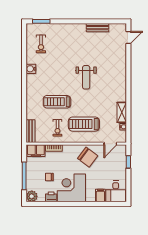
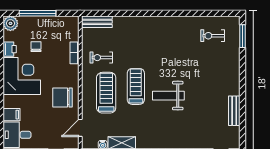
water cooler: (31, 69) -> (180, 22), removed
treadmill: (57, 102) -> (136, 86), moved
door: (110, 144) -> (80, 128), hinge flipped
filing cabinet: (36, 151) -> (71, 29), removed
chair: (88, 157) -> (62, 98), turned 53

